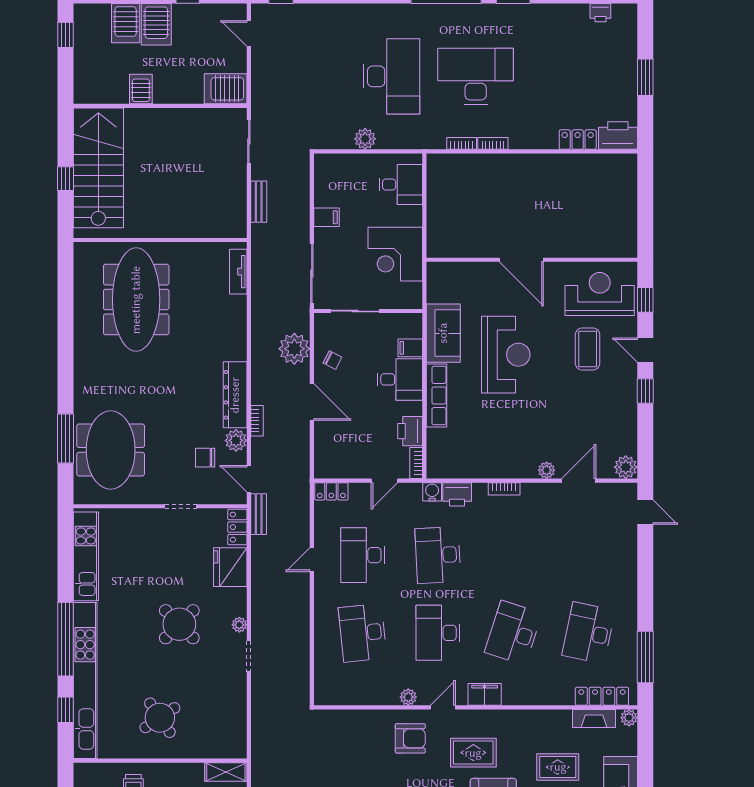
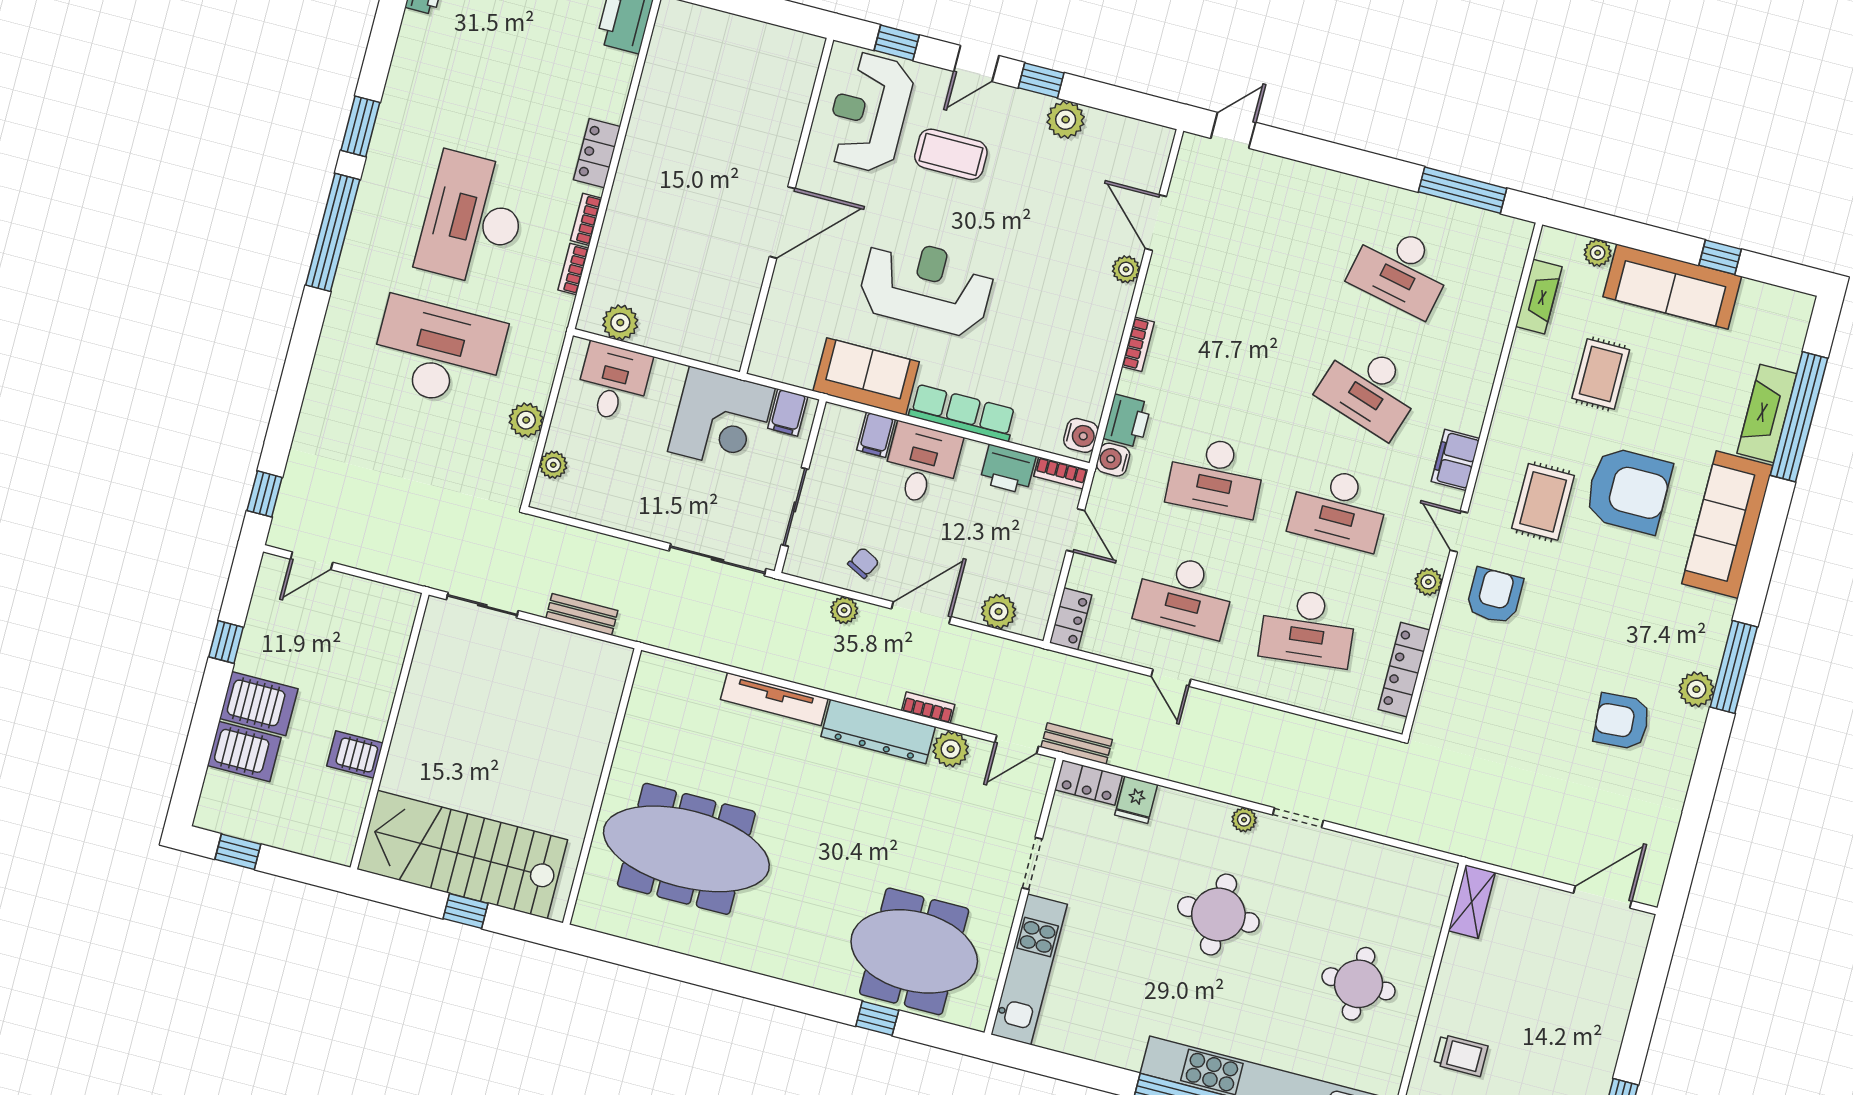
server rack: (226, 89) -> (389, 620), removed
locker: (578, 140) -> (597, 153), moved
plant: (343, 162) -> (553, 465), added
plant: (437, 179) -> (620, 323), added
filing cabinet: (326, 217) -> (788, 412), moved, turned 180
tv unit: (238, 272) -> (774, 699), moved, width x1.41
plant: (294, 349) -> (844, 610), width x0.53, depth x0.53
window: (65, 438) -> (877, 1018), width x0.46
plant: (325, 448) -> (999, 612), added
chair: (205, 458) -> (965, 805), removed
plant: (626, 467) -> (1066, 120), moved
water cooler: (441, 469) -> (1081, 435), added
kitchen unit: (86, 556) -> (1029, 969), moved, turned 90
fridge: (230, 567) -> (1136, 800), width x0.53, depth x0.75
round table: (179, 624) -> (1218, 915), turned 45
locker: (602, 696) -> (1404, 670), moved
round table: (160, 718) -> (1359, 984), turned 34
plant: (629, 718) -> (1598, 253), moved

